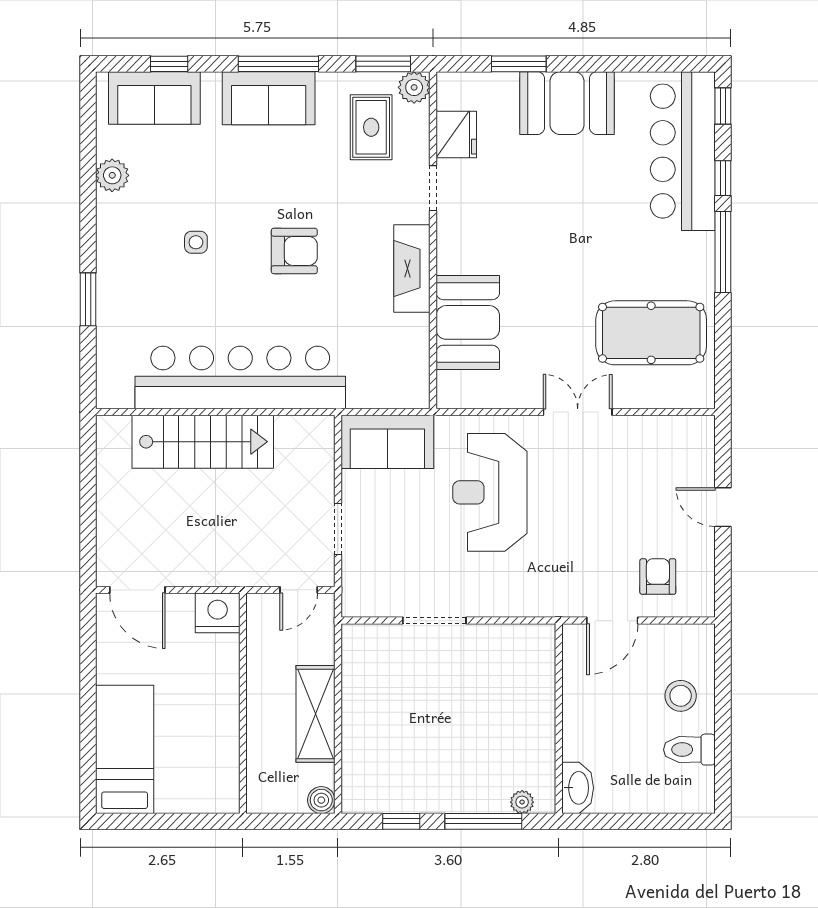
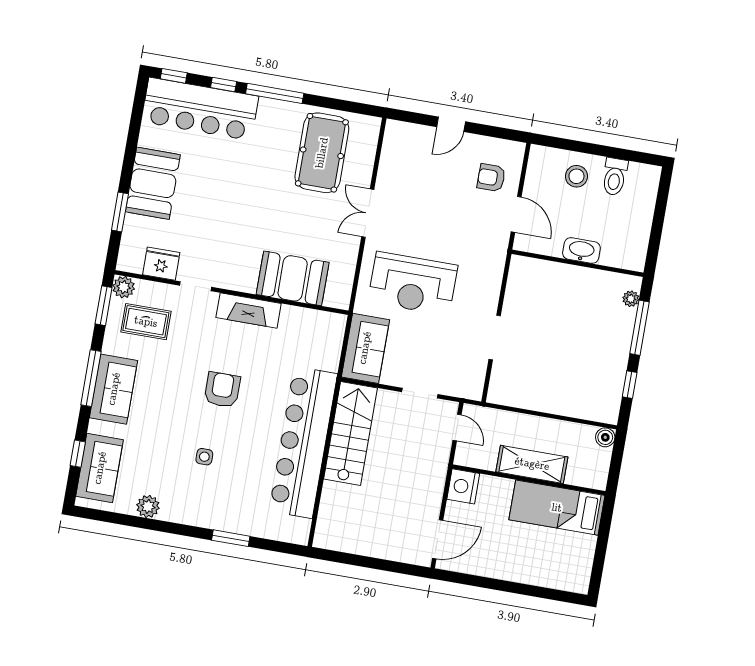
stairs: (203, 442) -> (350, 434), moved
shelving: (315, 714) -> (532, 464), moved
bed: (125, 749) -> (557, 508), moved
washbasin: (578, 788) -> (581, 250), moved

